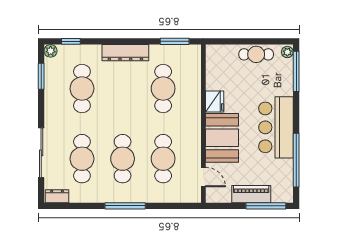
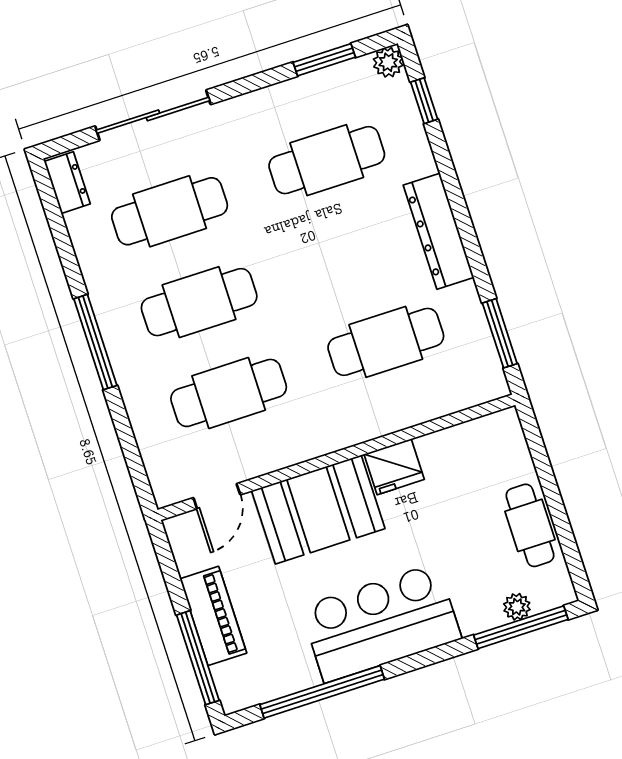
plant: (287, 52) -> (517, 607), moved

